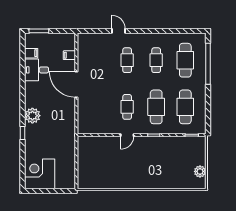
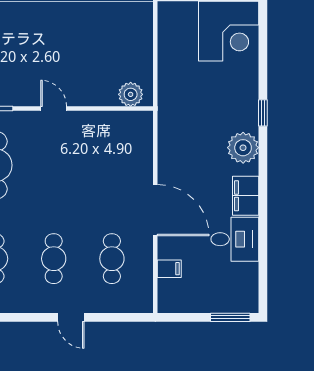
filing cabinet: (31, 53) -> (246, 196), moved, width x2.00
cafe table: (127, 107) -> (112, 259), moved
door: (127, 135) -> (54, 109), hinge flipped
plant: (89, 142) -> (131, 94), added

